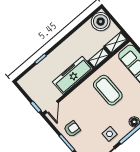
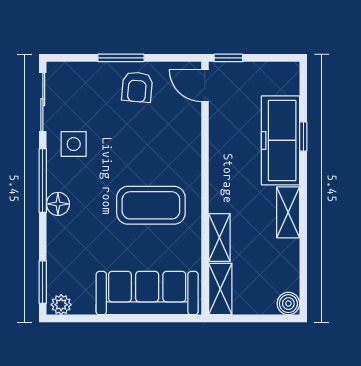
boiler: (101, 22) -> (288, 304), width x0.54, depth x0.54
shelving: (70, 42) -> (288, 212), added
freezer: (73, 75) -> (281, 140), moved, turned 180

